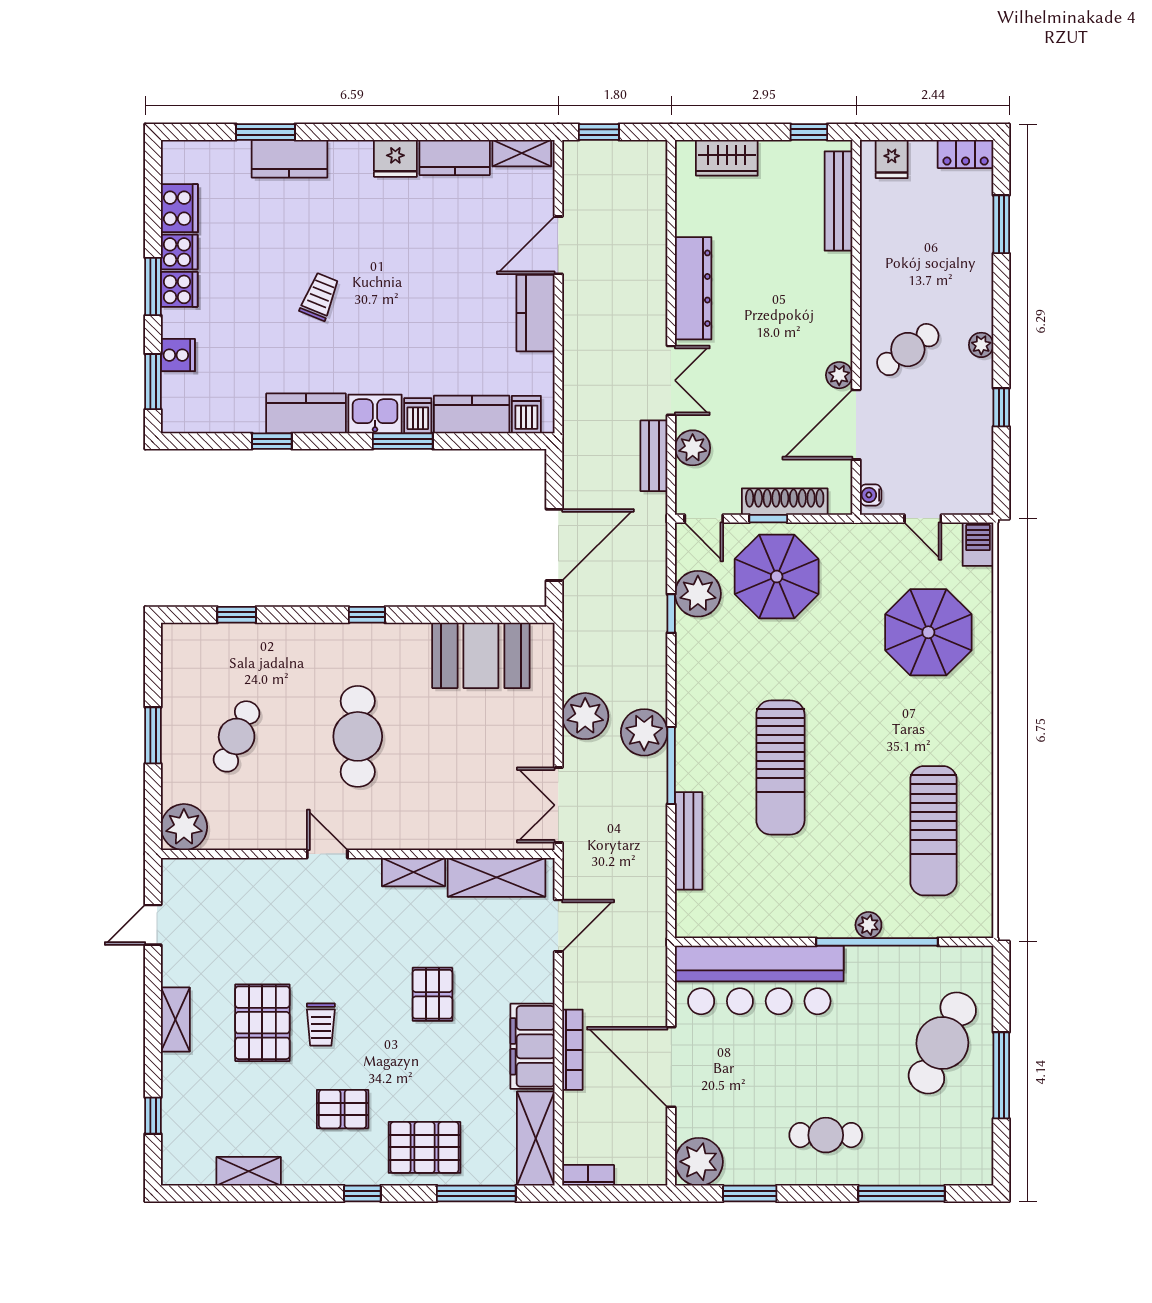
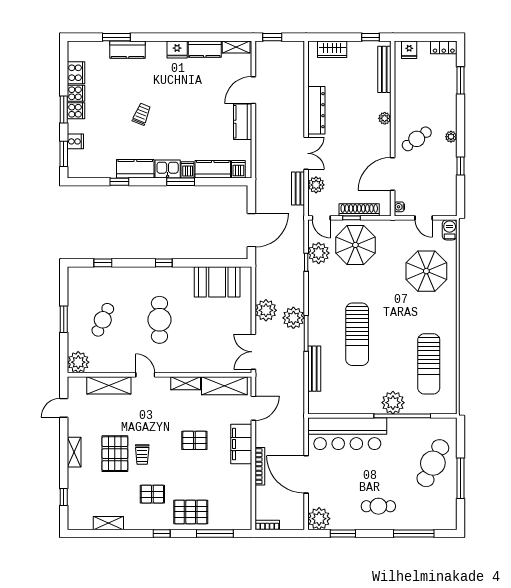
plant: (839, 375) -> (385, 118), moved
plant: (868, 925) -> (393, 403), width x1.87, depth x1.87
pallet: (432, 994) -> (194, 440), turned 90
filing cabinet: (533, 1046) -> (241, 444), moved
shelving: (536, 1139) -> (109, 385), moved, turned 90

